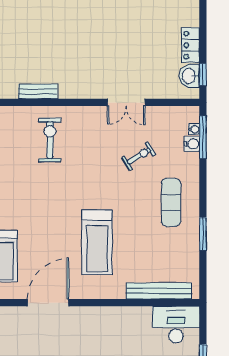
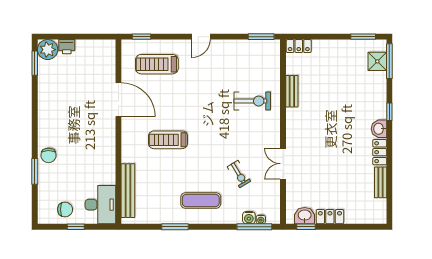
treadmill: (97, 242) -> (168, 140), width x0.73, depth x0.73

